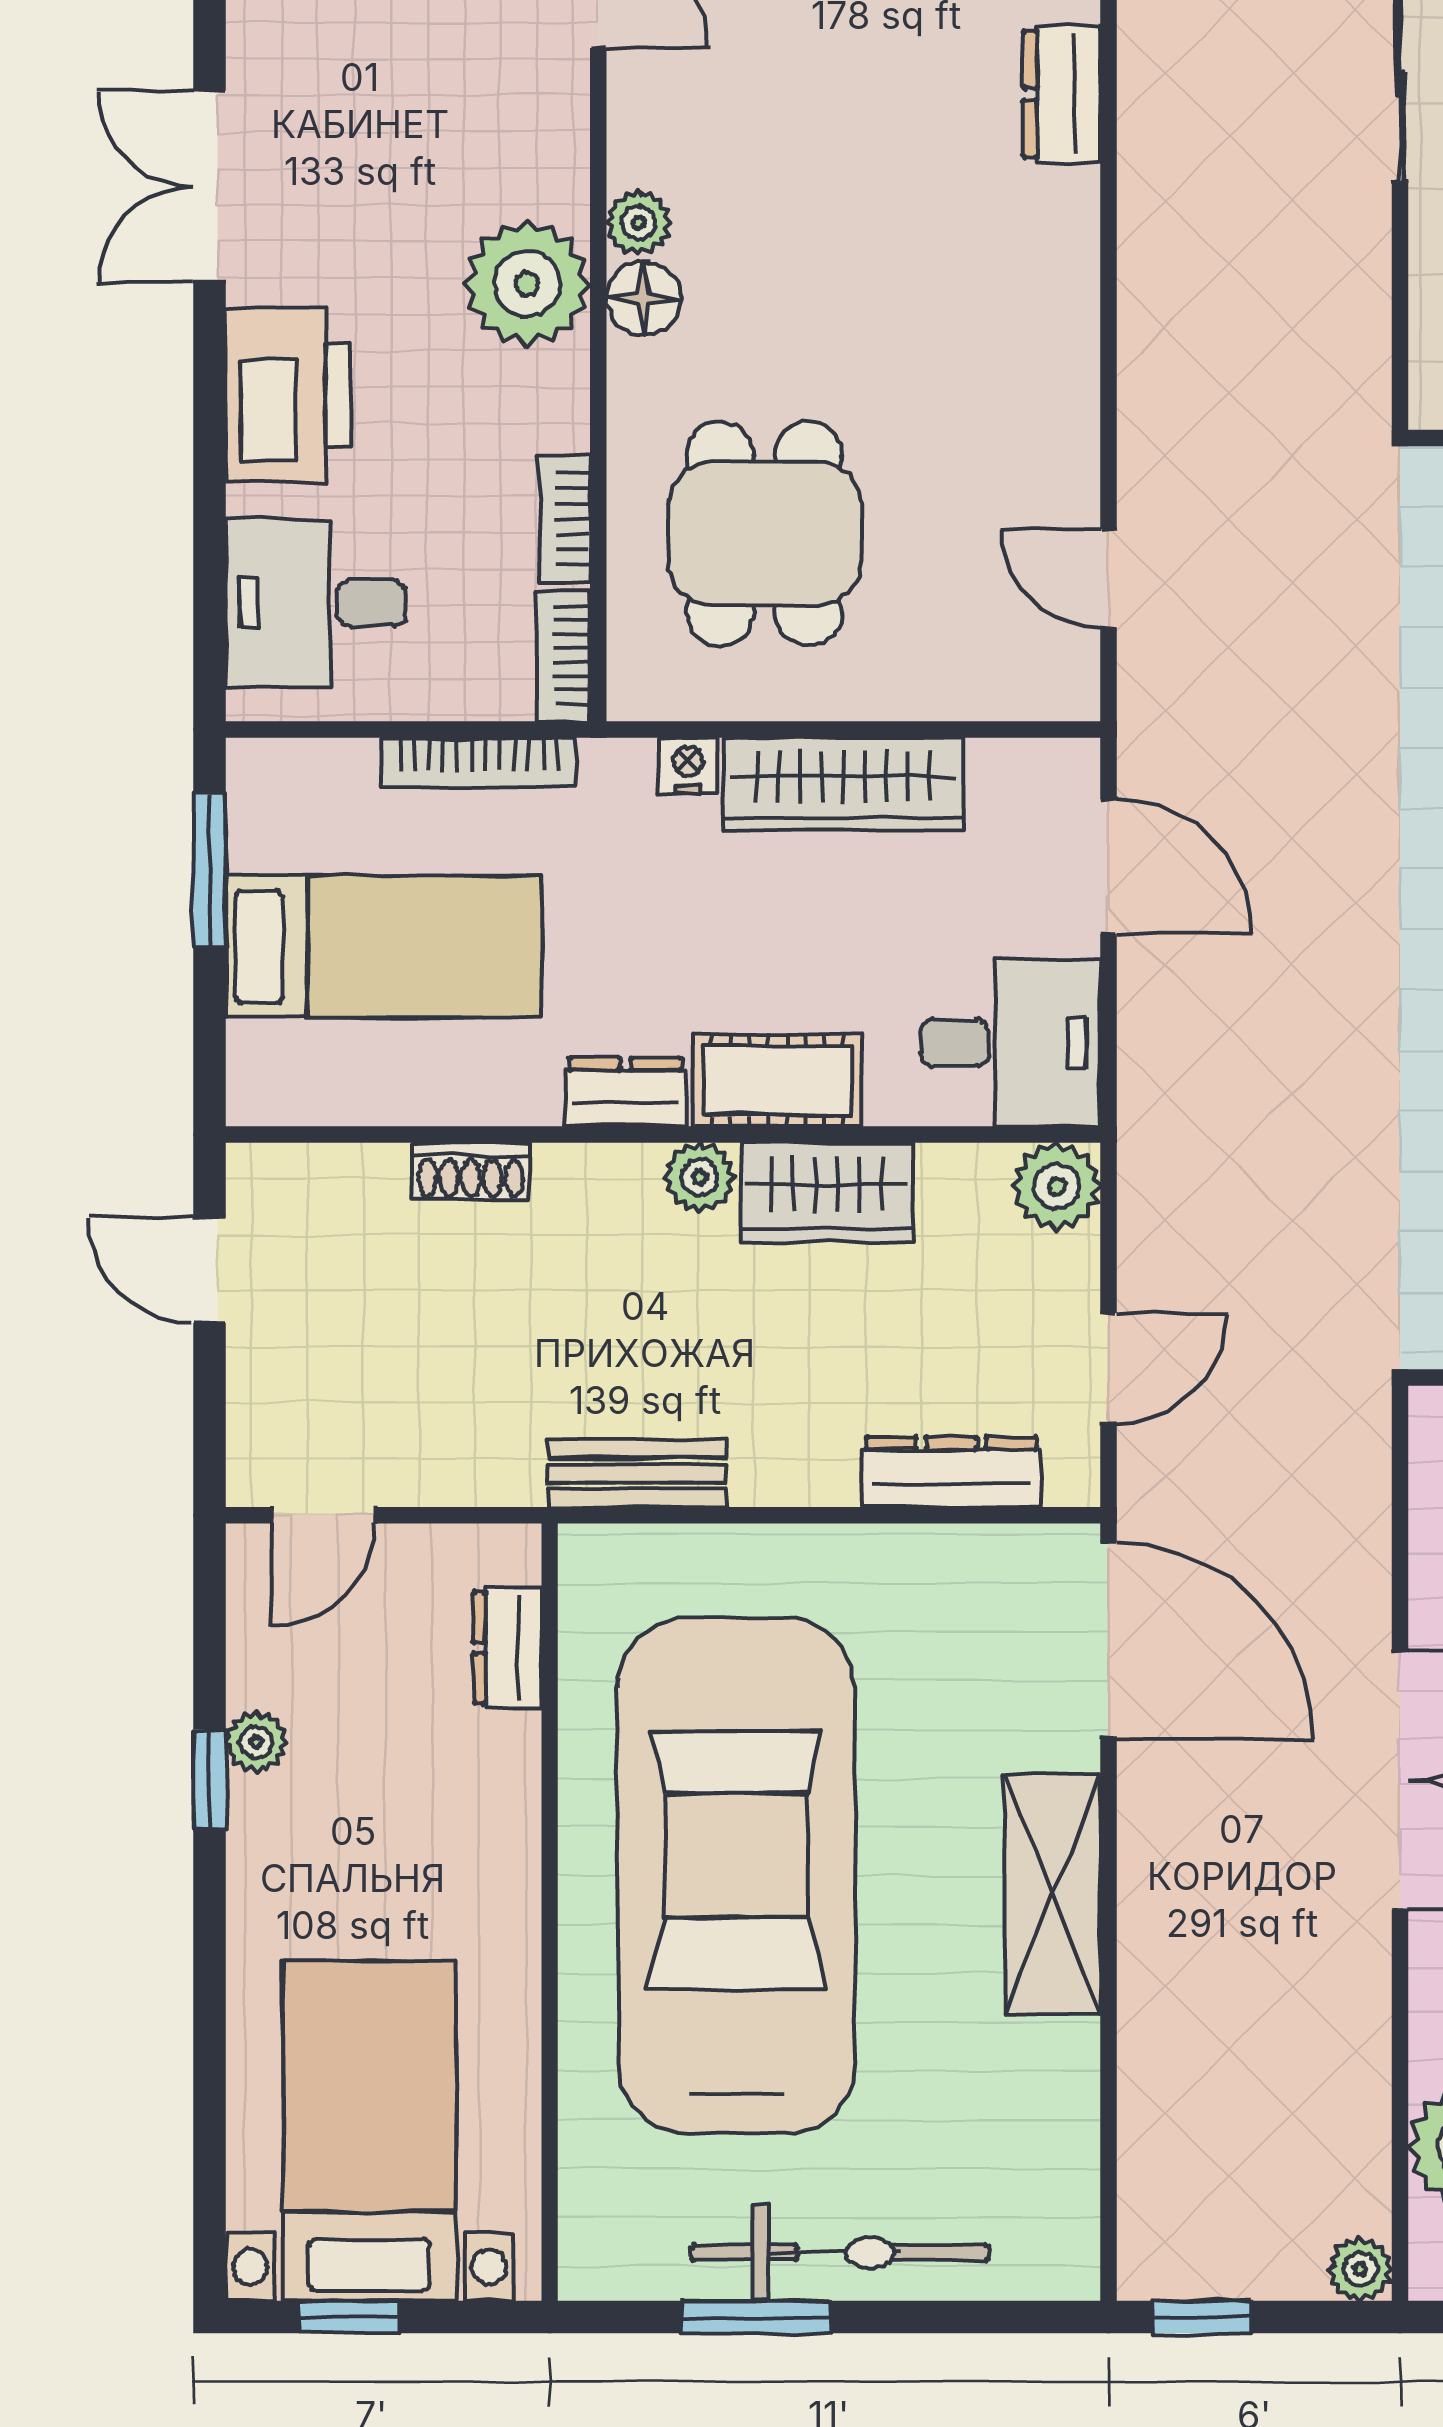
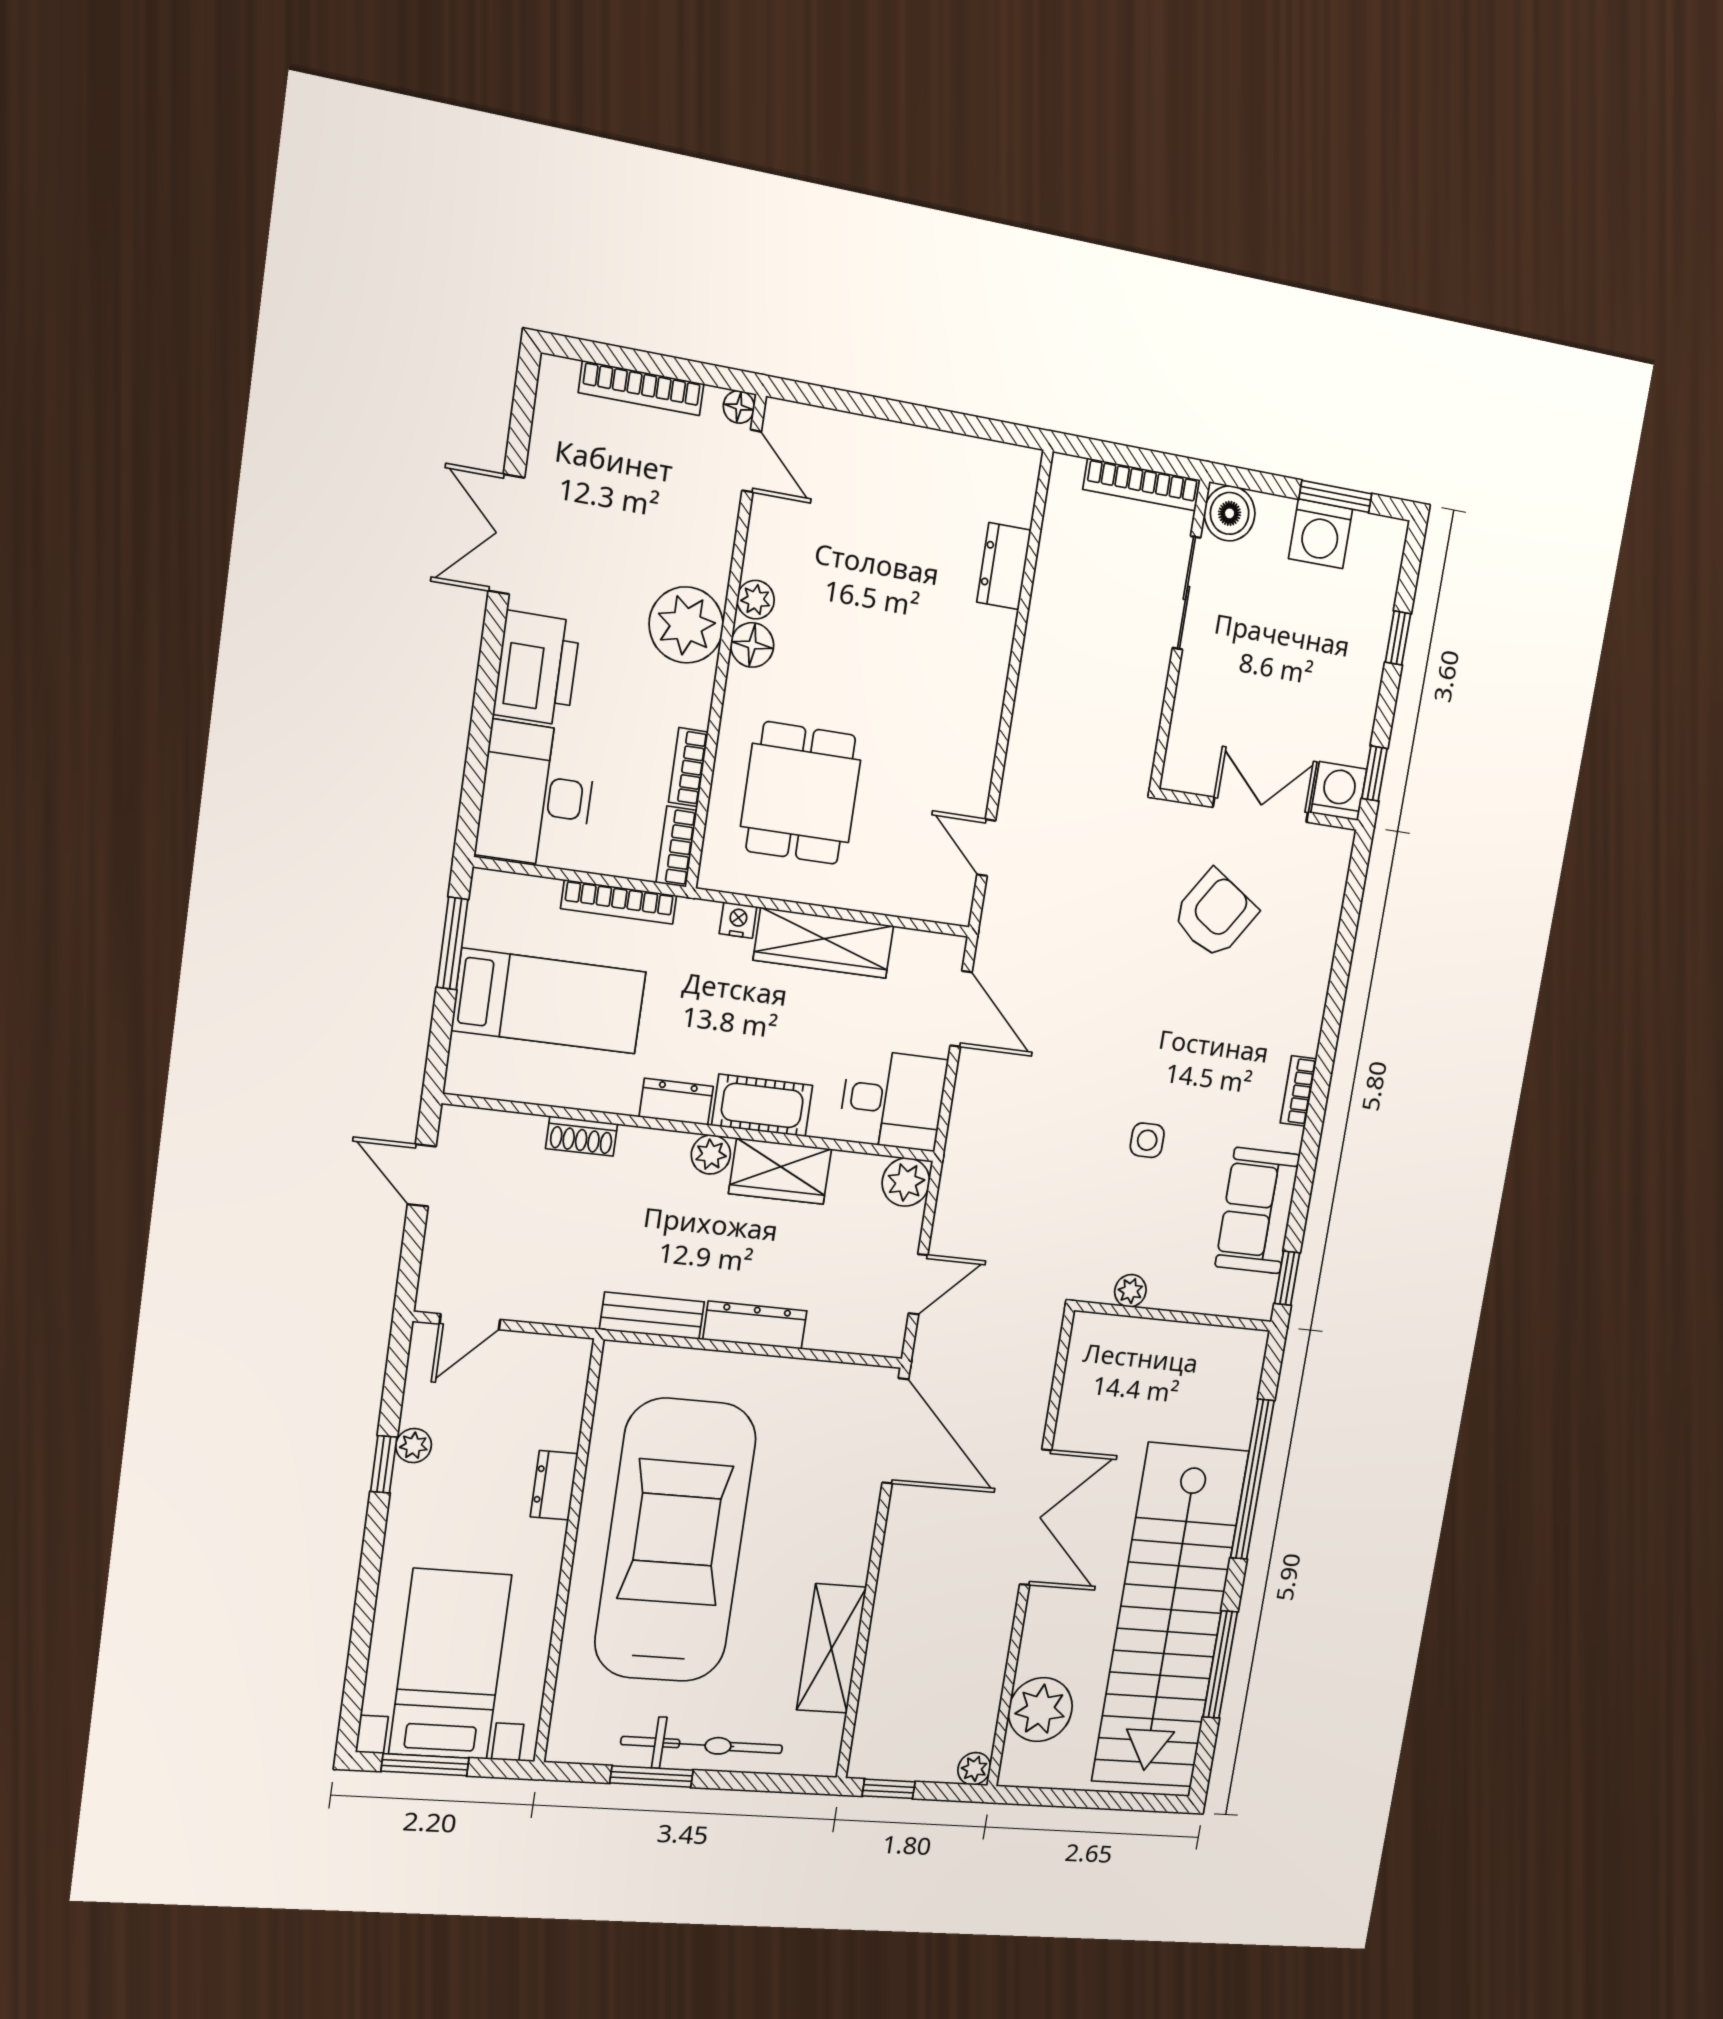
desk: (316, 603) -> (536, 795), width x1.37
dresser: (951, 1472) -> (755, 1325), moved
dresser: (508, 1648) -> (554, 1485), moved
shelving: (1052, 1894) -> (832, 1648), moved
window: (350, 2317) -> (425, 1765), width x1.50

